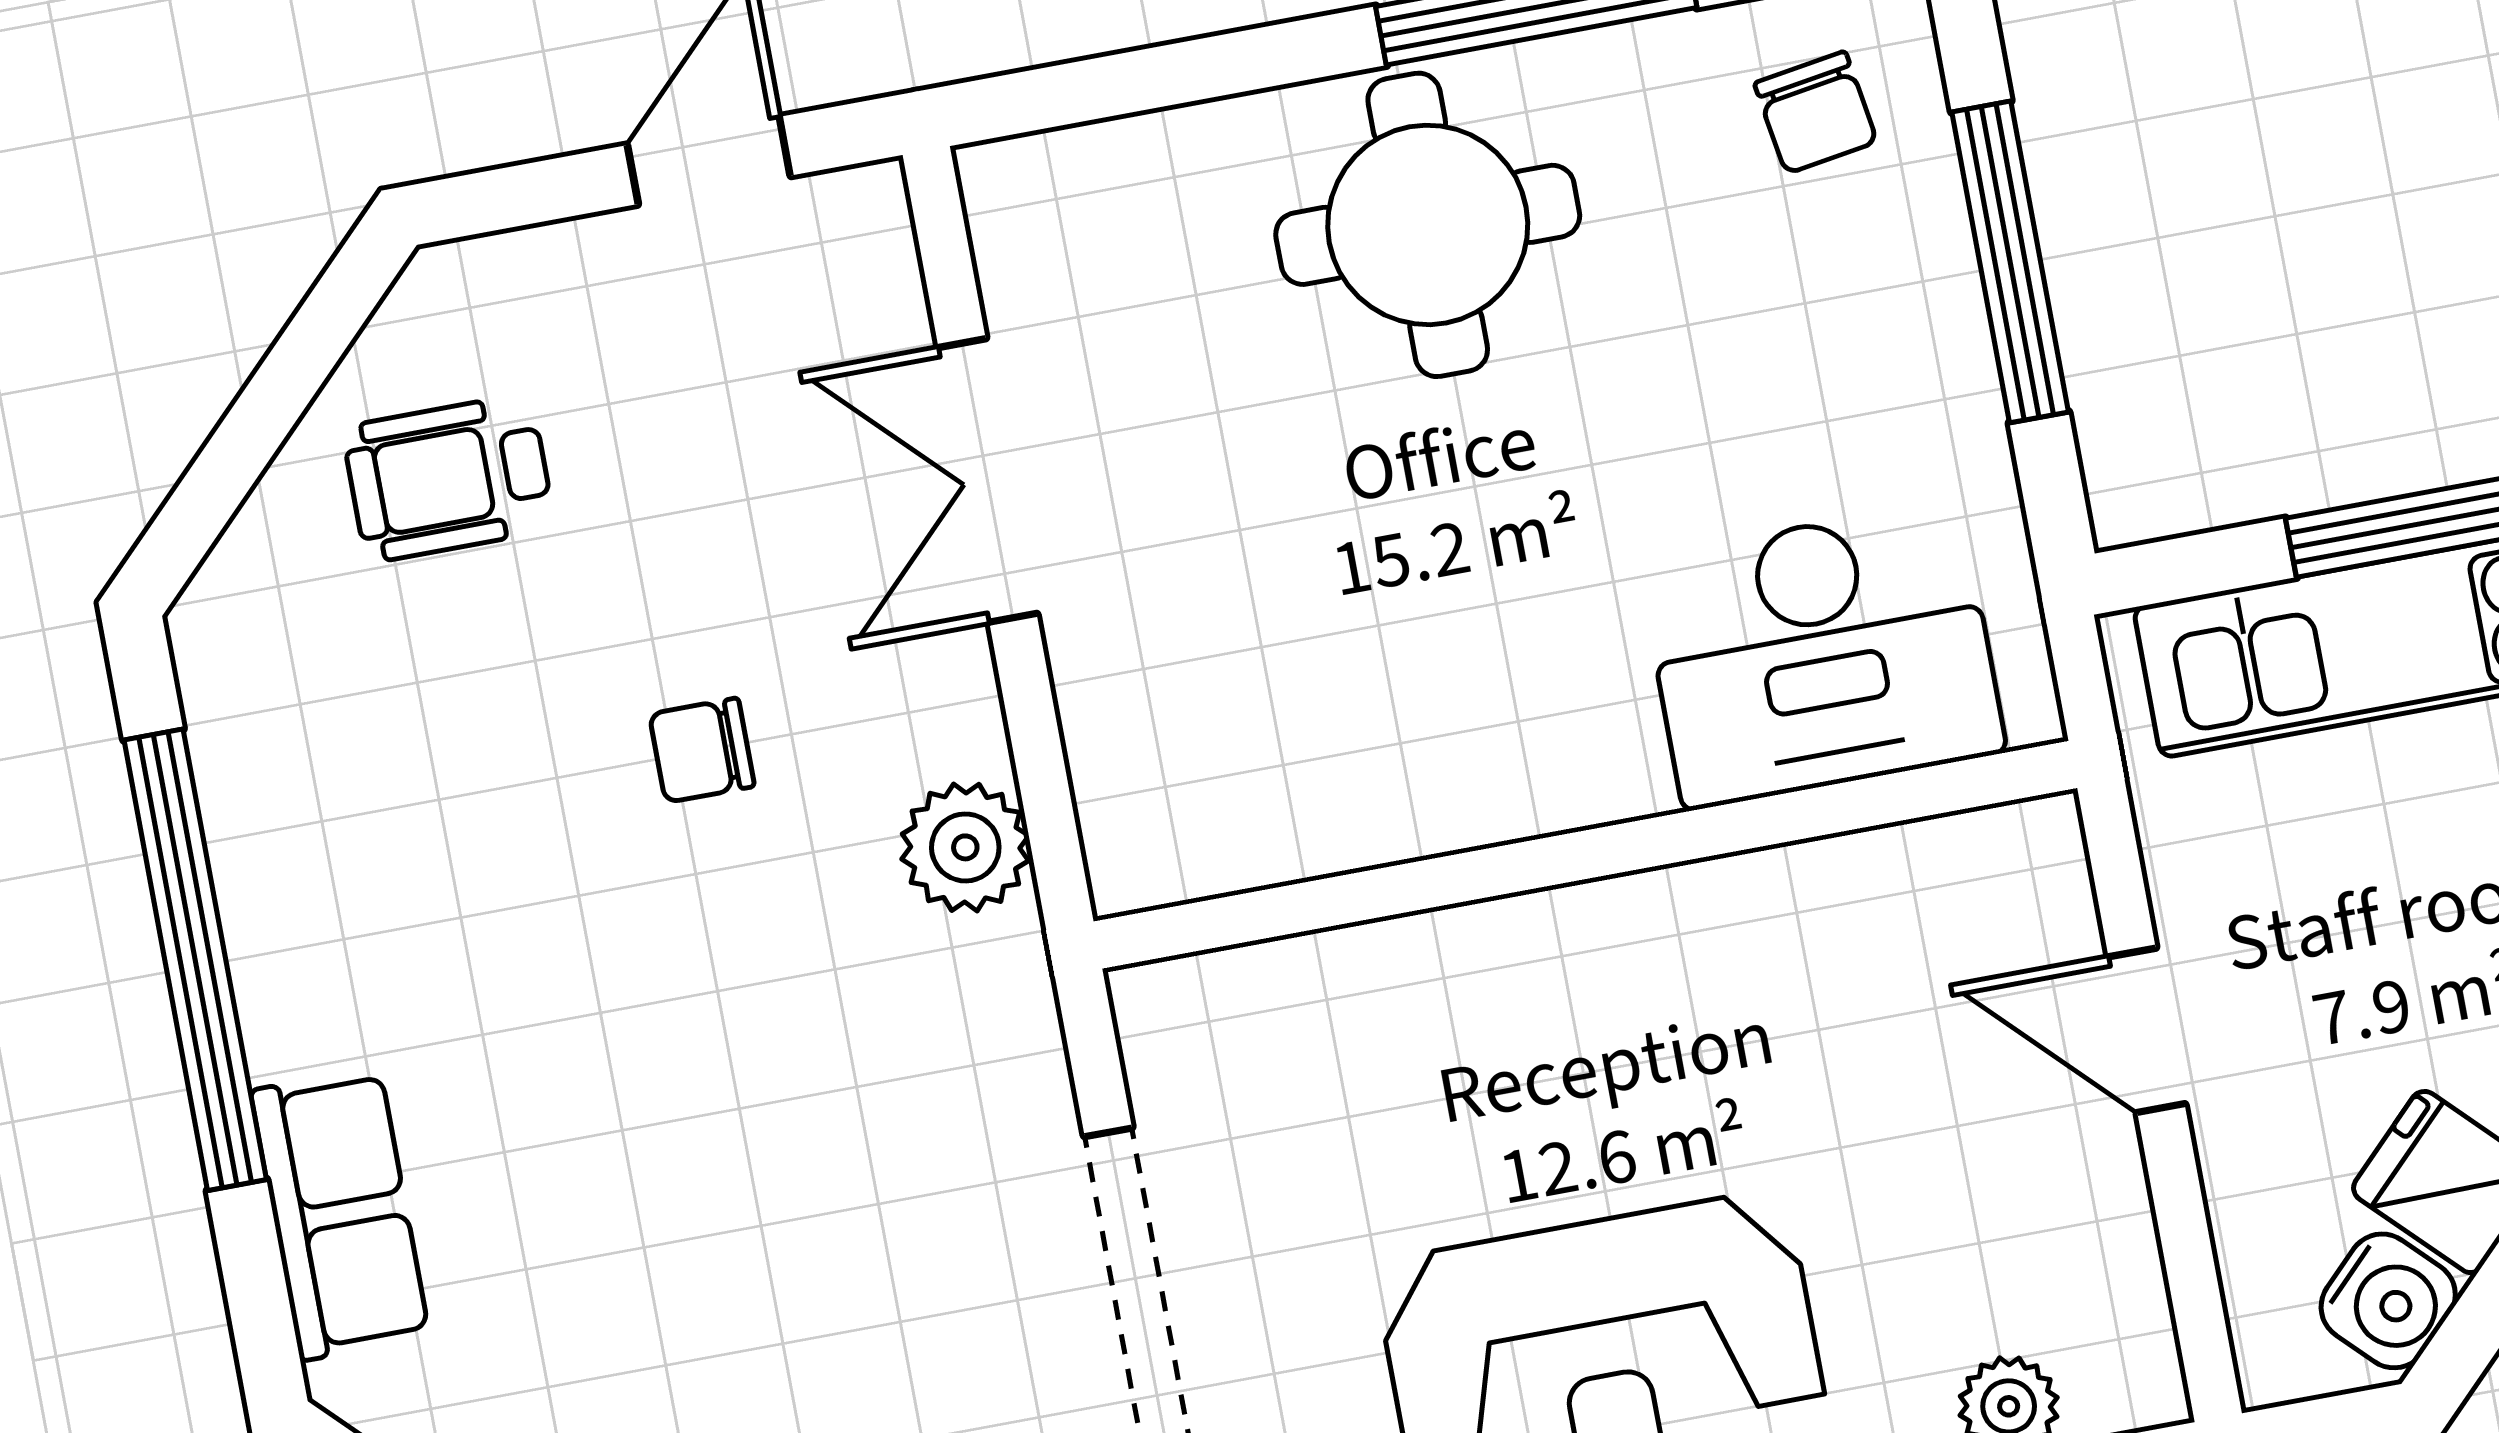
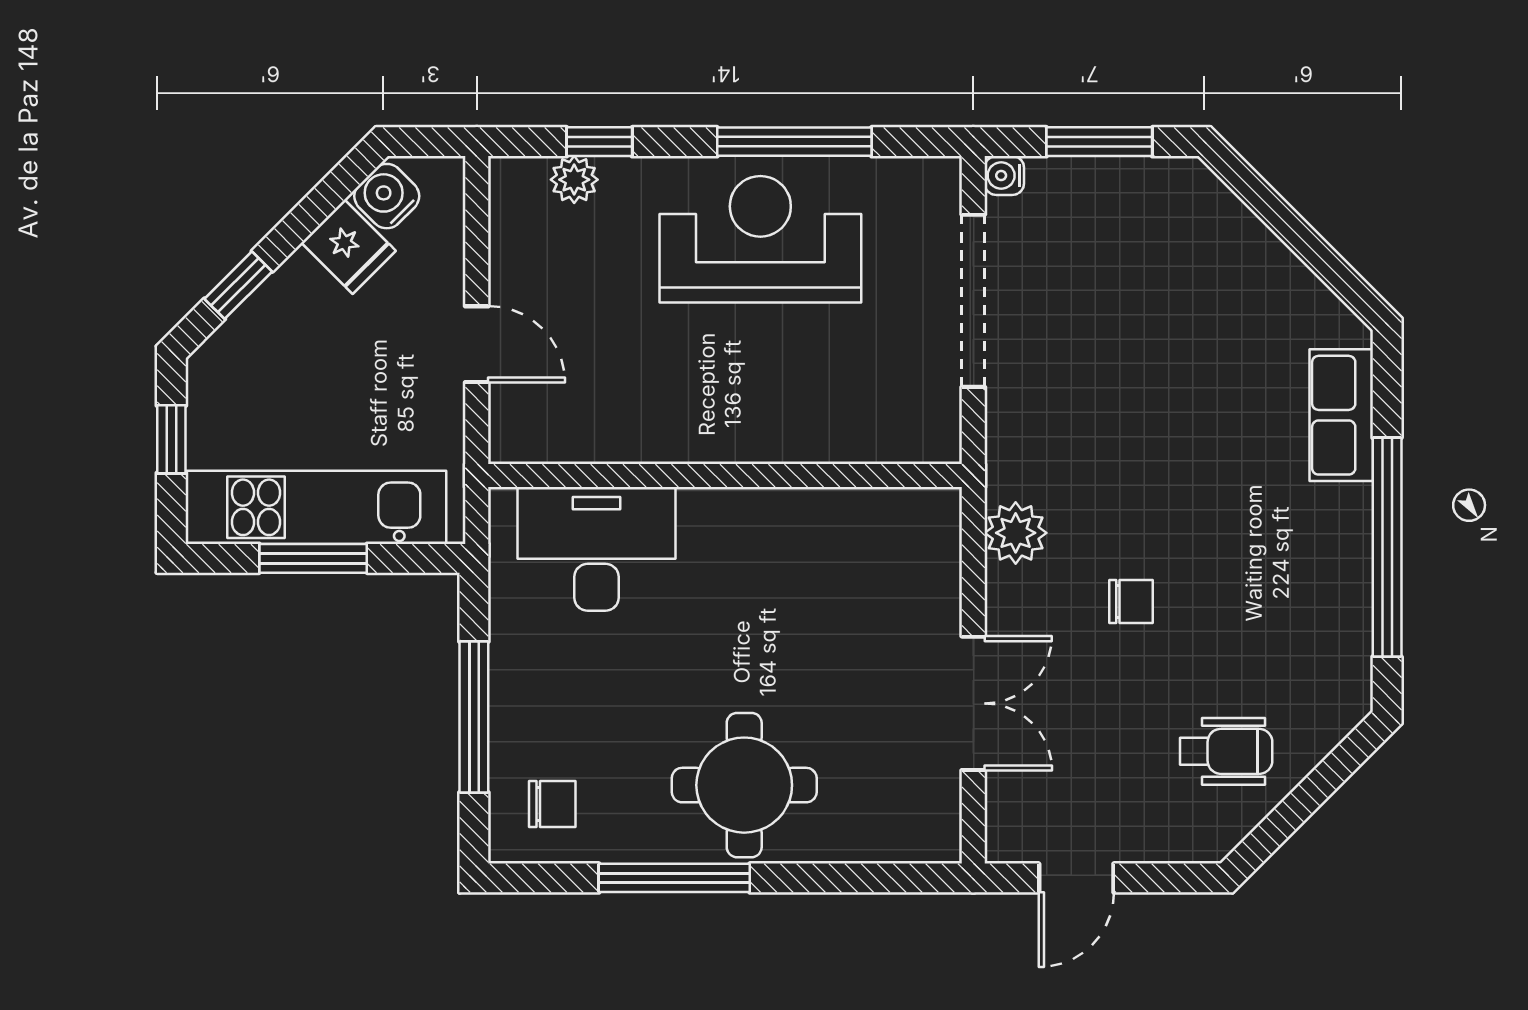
chair: (1816, 112) -> (552, 804), turned 99

